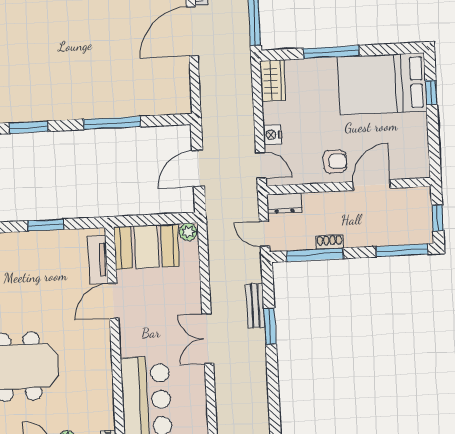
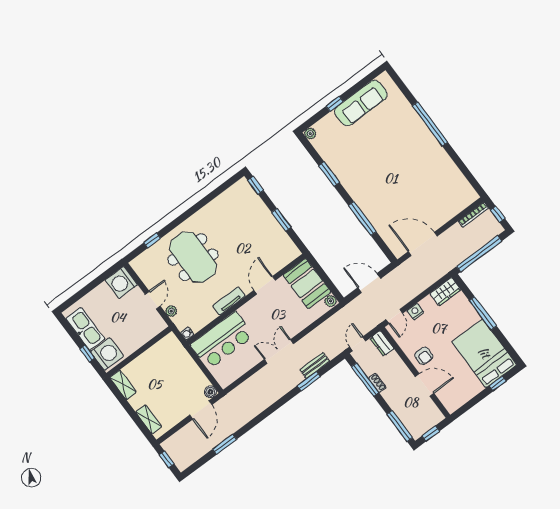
door: (192, 31) -> (423, 244), moved
tv unit: (98, 260) -> (229, 301), moved
door: (113, 301) -> (265, 285), hinge flipped

